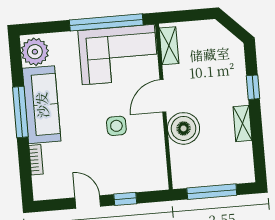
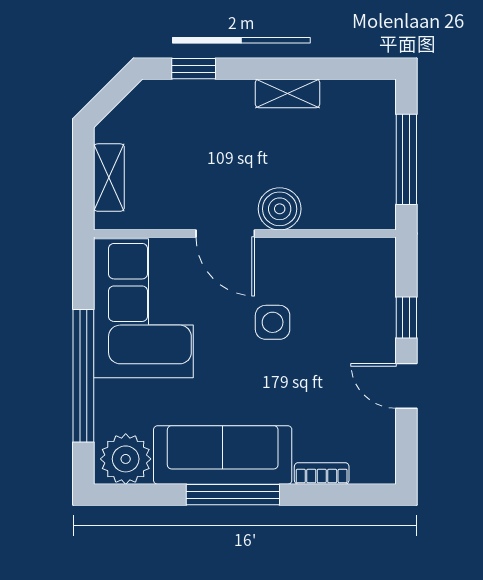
window: (106, 22) -> (83, 376), moved
shelving: (169, 46) -> (109, 178), moved, turned 90
window: (253, 87) -> (194, 69), moved
boiler: (184, 128) -> (280, 209), width x0.73, depth x0.73
door: (88, 202) -> (406, 386), hinge flipped

